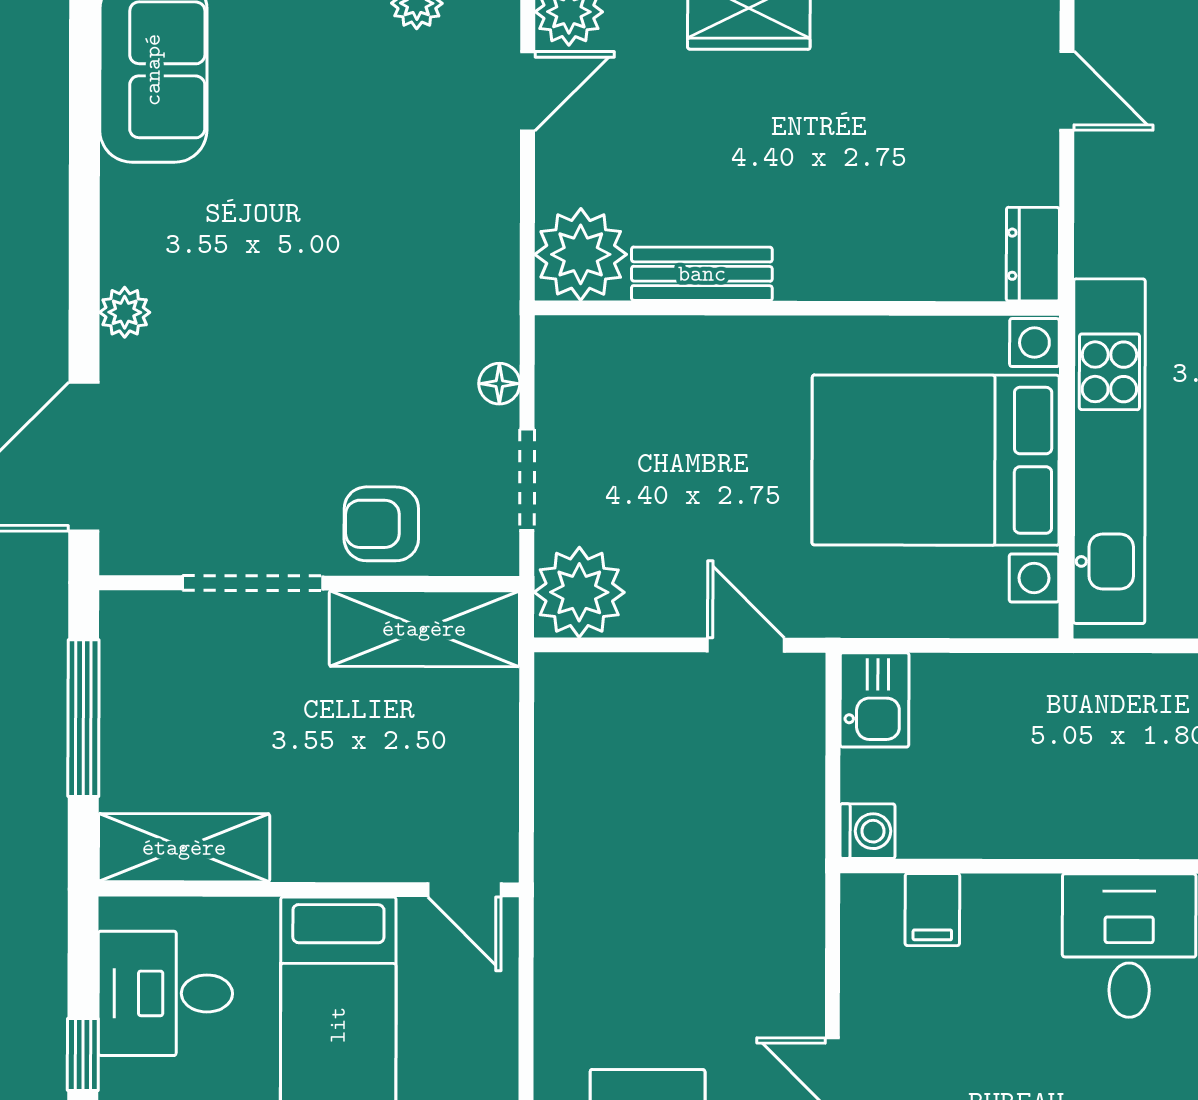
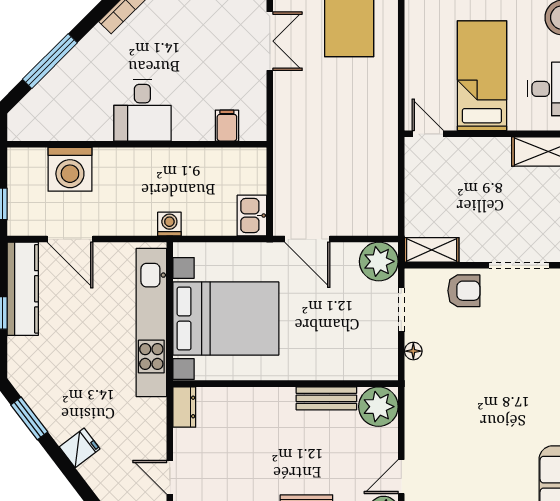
shelving: (424, 629) -> (432, 250), width x0.67, depth x0.75
door: (746, 645) -> (307, 239), width x1.38
washing machine: (868, 831) -> (169, 224), moved, turned 90

